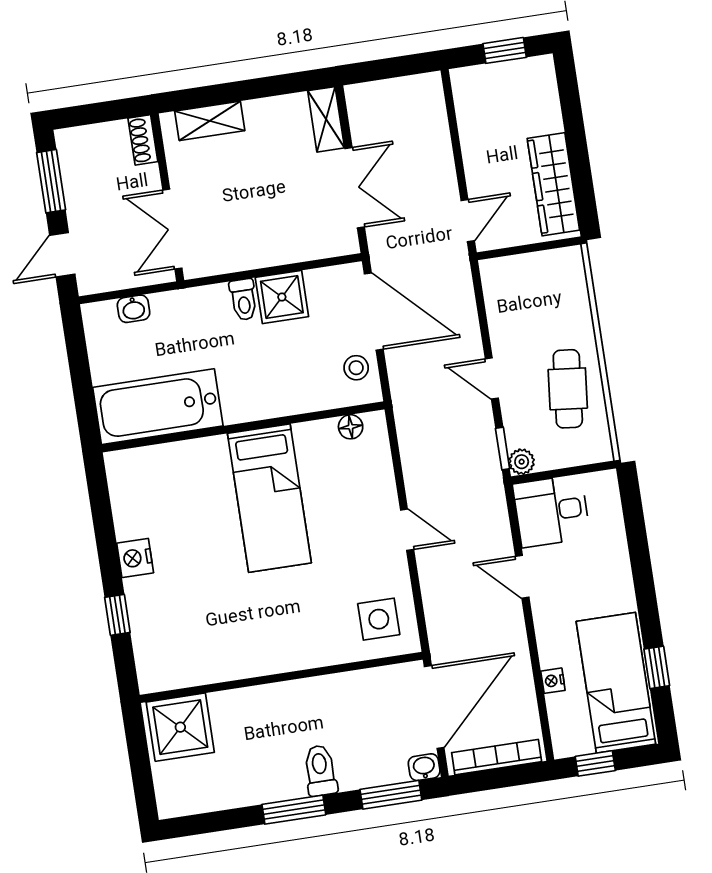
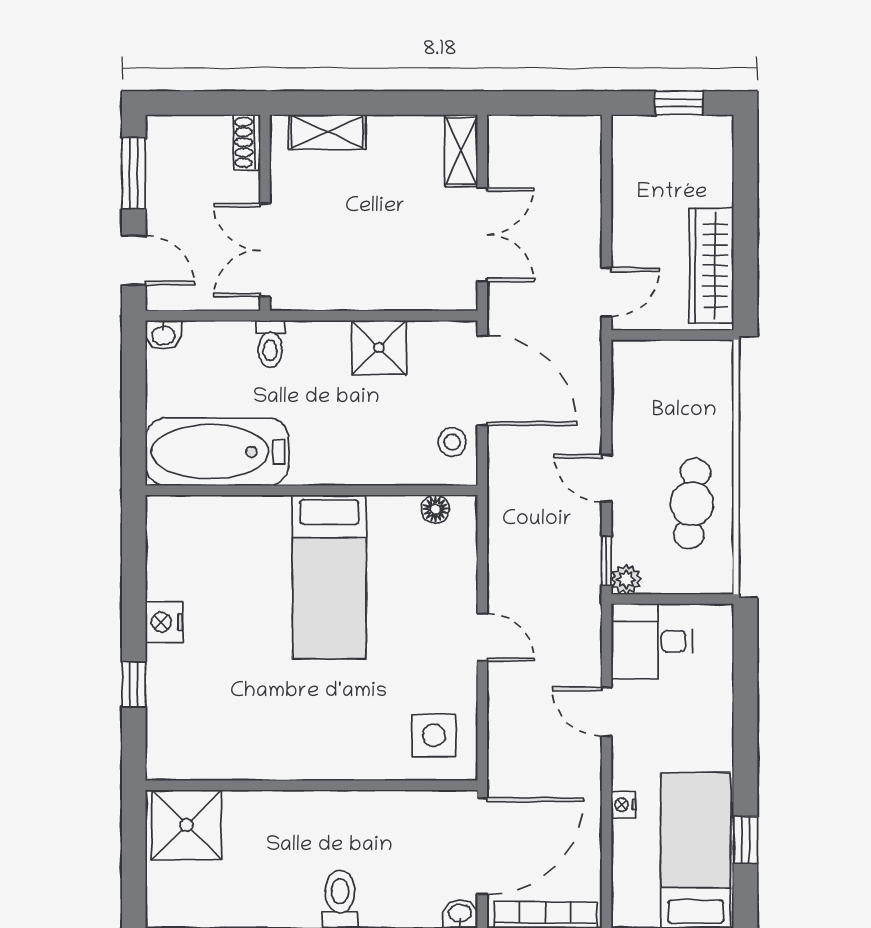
door: (62, 255) -> (134, 260), swing flipped
toilet: (243, 300) -> (270, 344), moved
washbasin: (134, 309) -> (163, 335), moved
nightstand: (553, 681) -> (624, 805), moved

